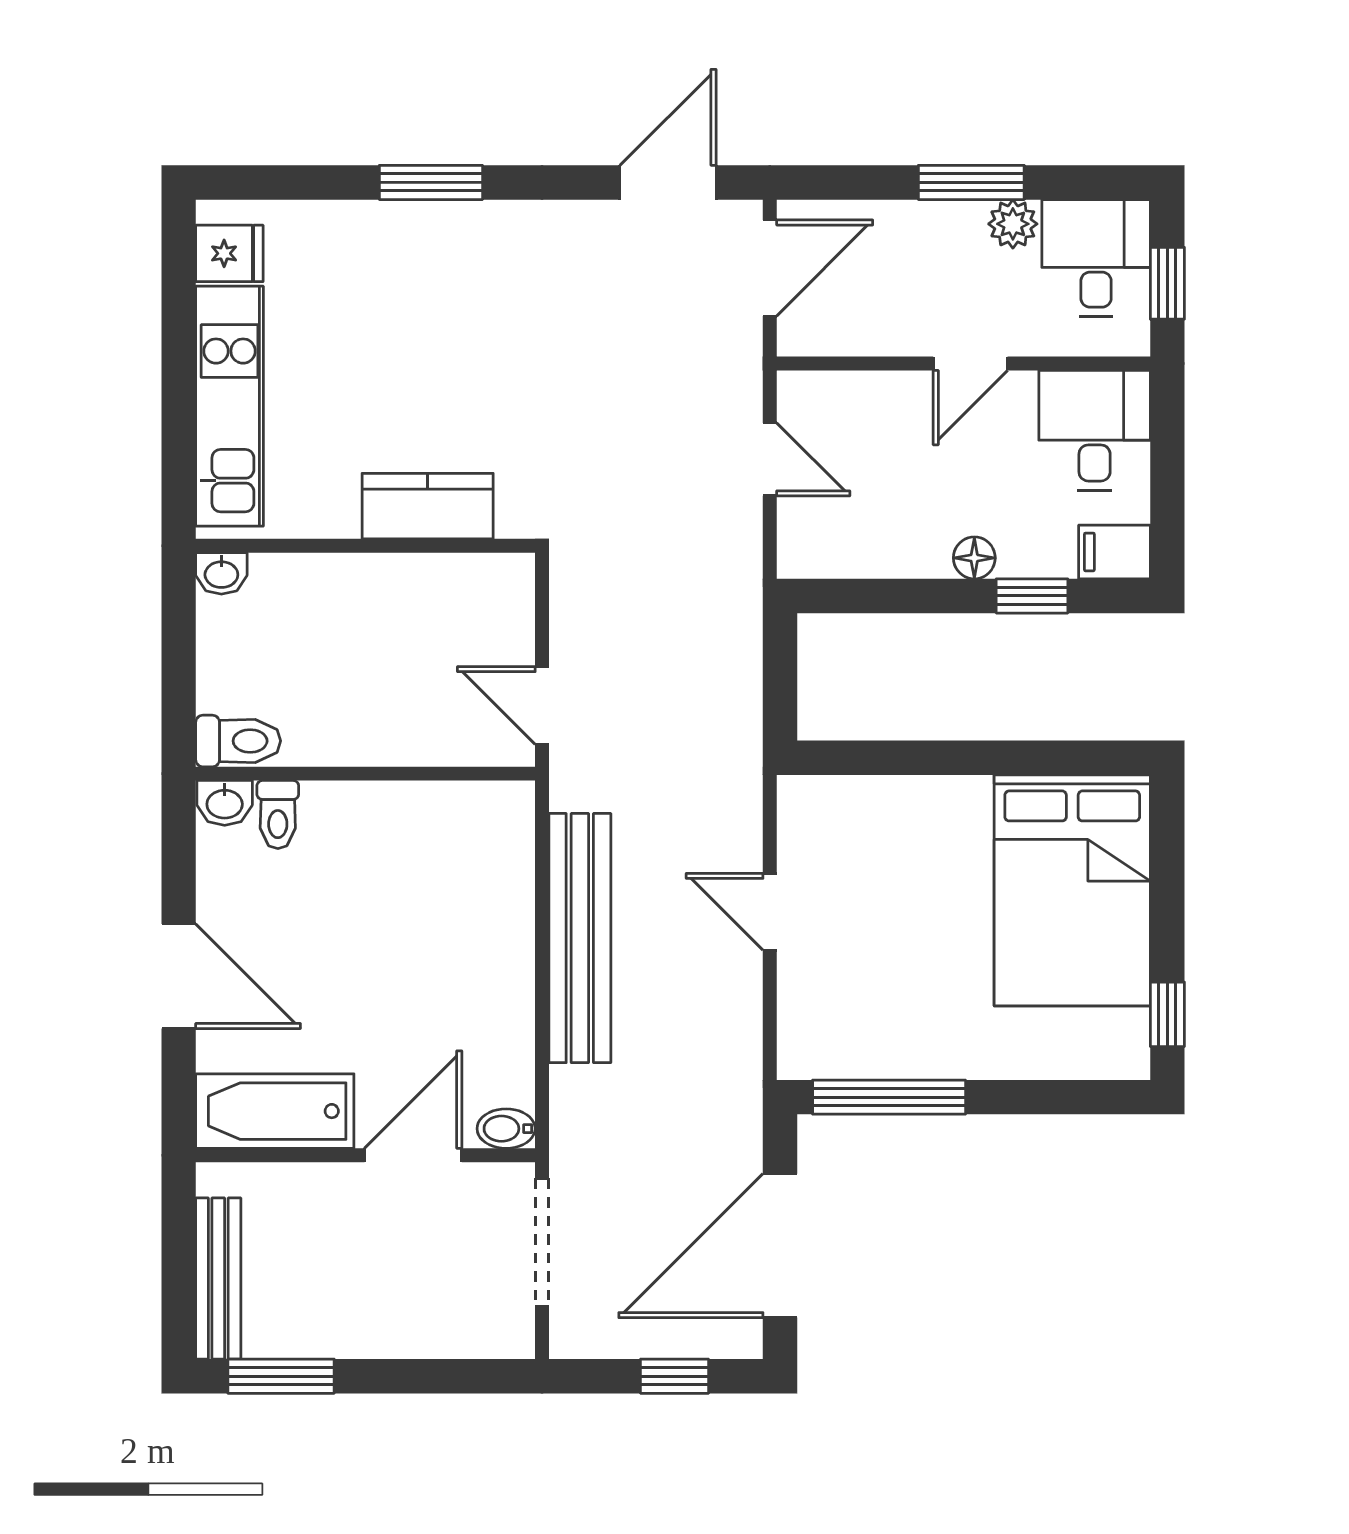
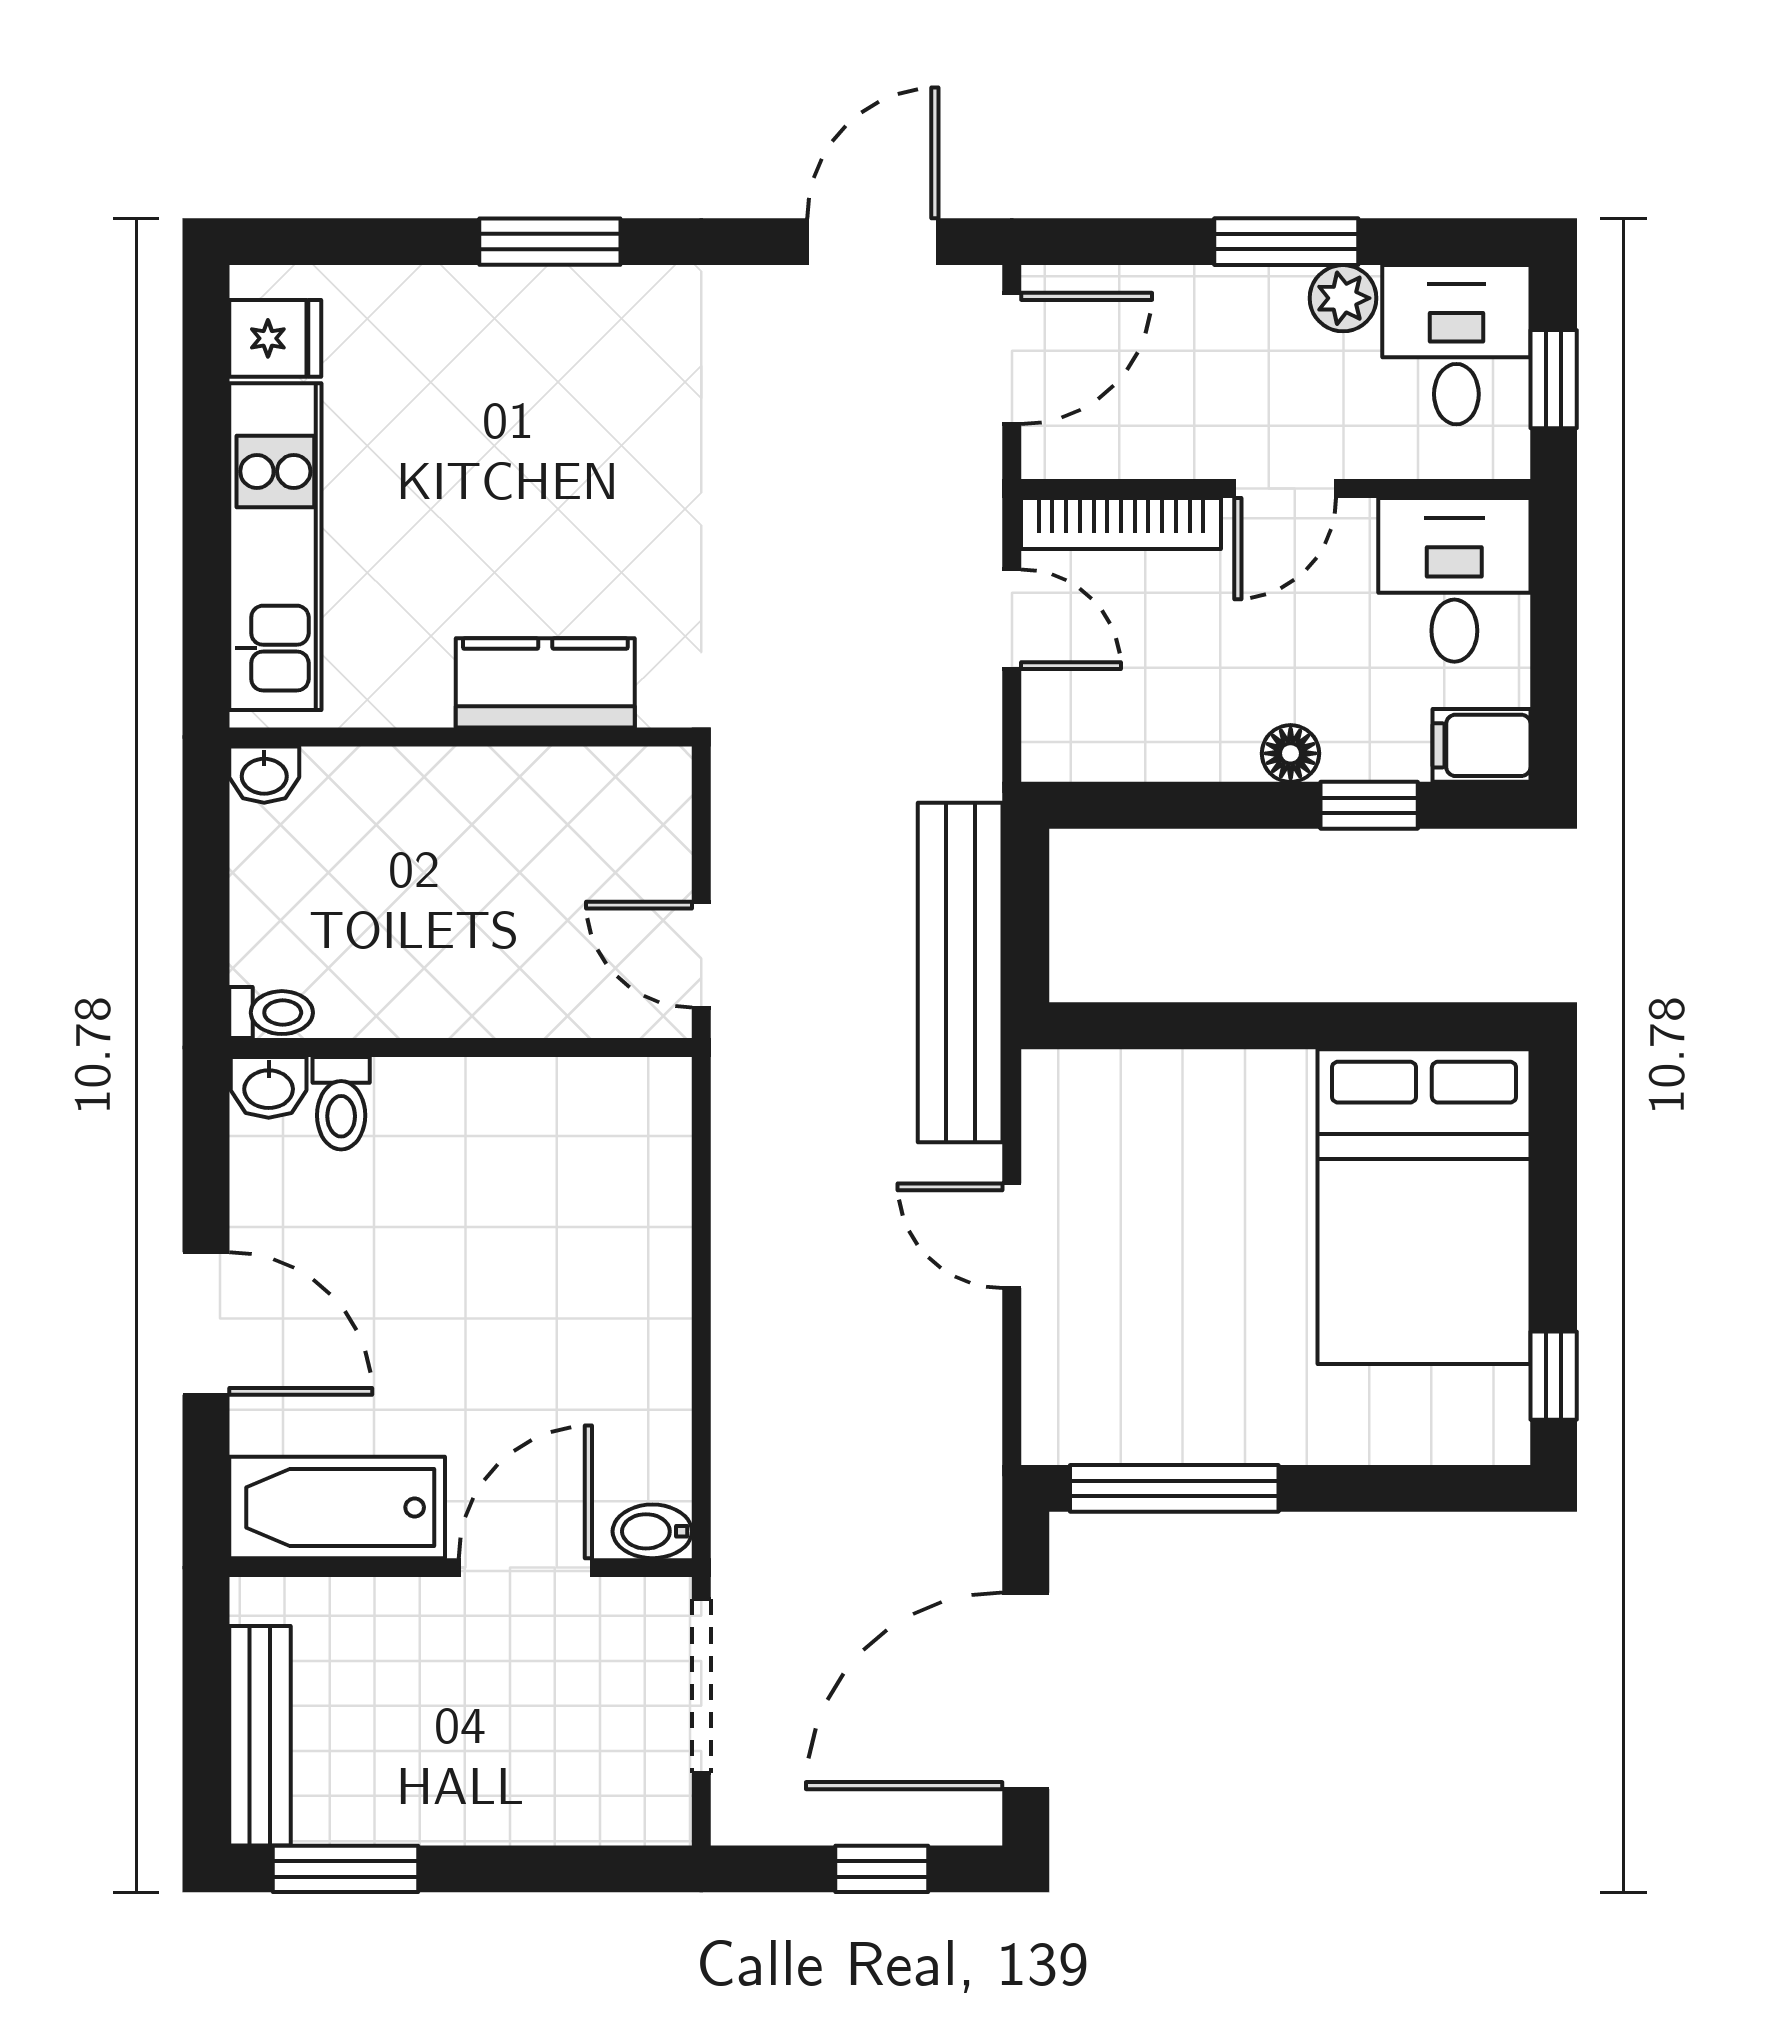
bookcase: (850, 389) -> (1121, 523), added
toilet: (238, 741) -> (271, 1013), width x0.73, depth x0.72
bench: (580, 938) -> (960, 972), moved

